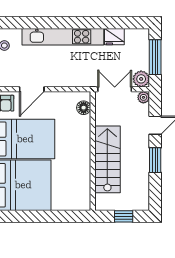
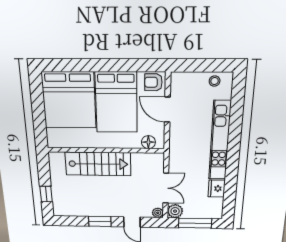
floor lamp: (84, 108) -> (148, 142), moved
wall: (93, 151) -> (106, 150), moved
stairs: (107, 159) -> (98, 164), moved

